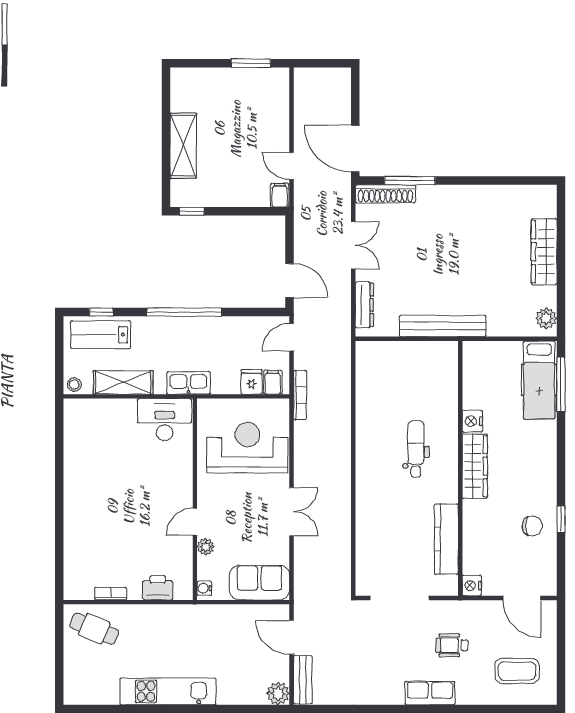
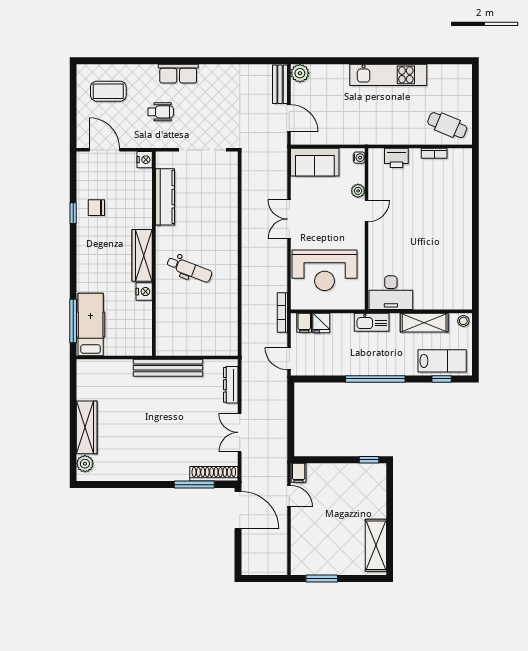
shelving: (183, 146) -> (376, 545), moved
door: (289, 280) -> (291, 404), removed
plant: (546, 318) -> (85, 464), moved
door: (292, 337) -> (289, 359), swing flipped
dental chair: (416, 449) -> (189, 269), turned -69

